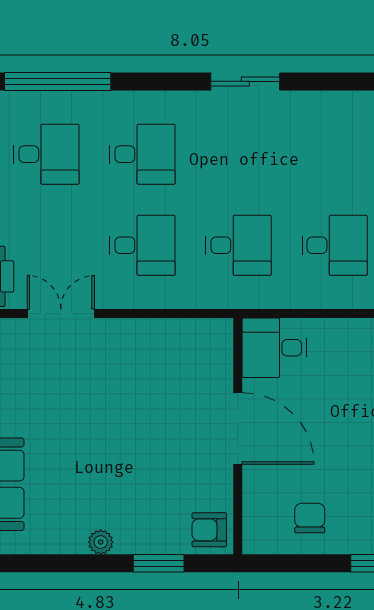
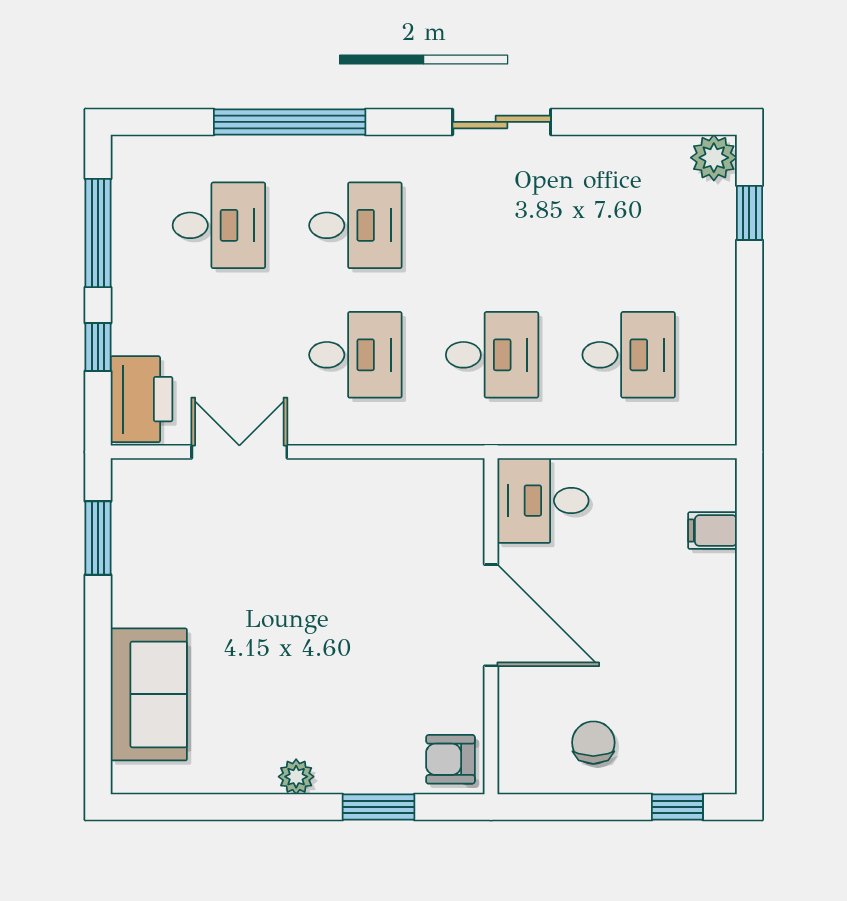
window: (58, 81) -> (290, 122), moved

